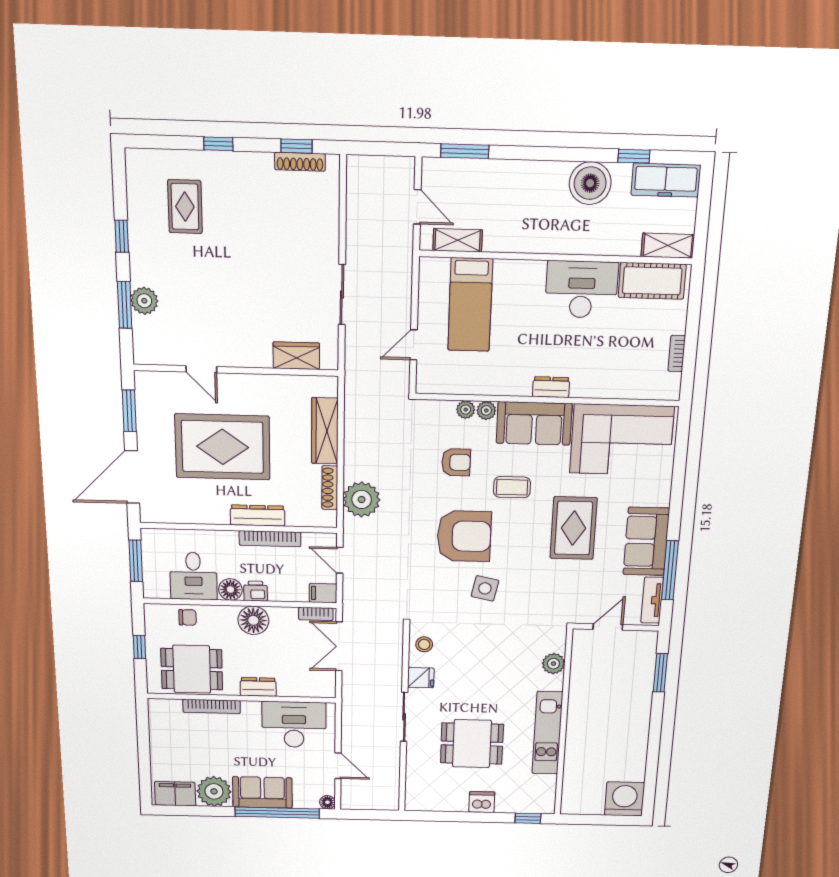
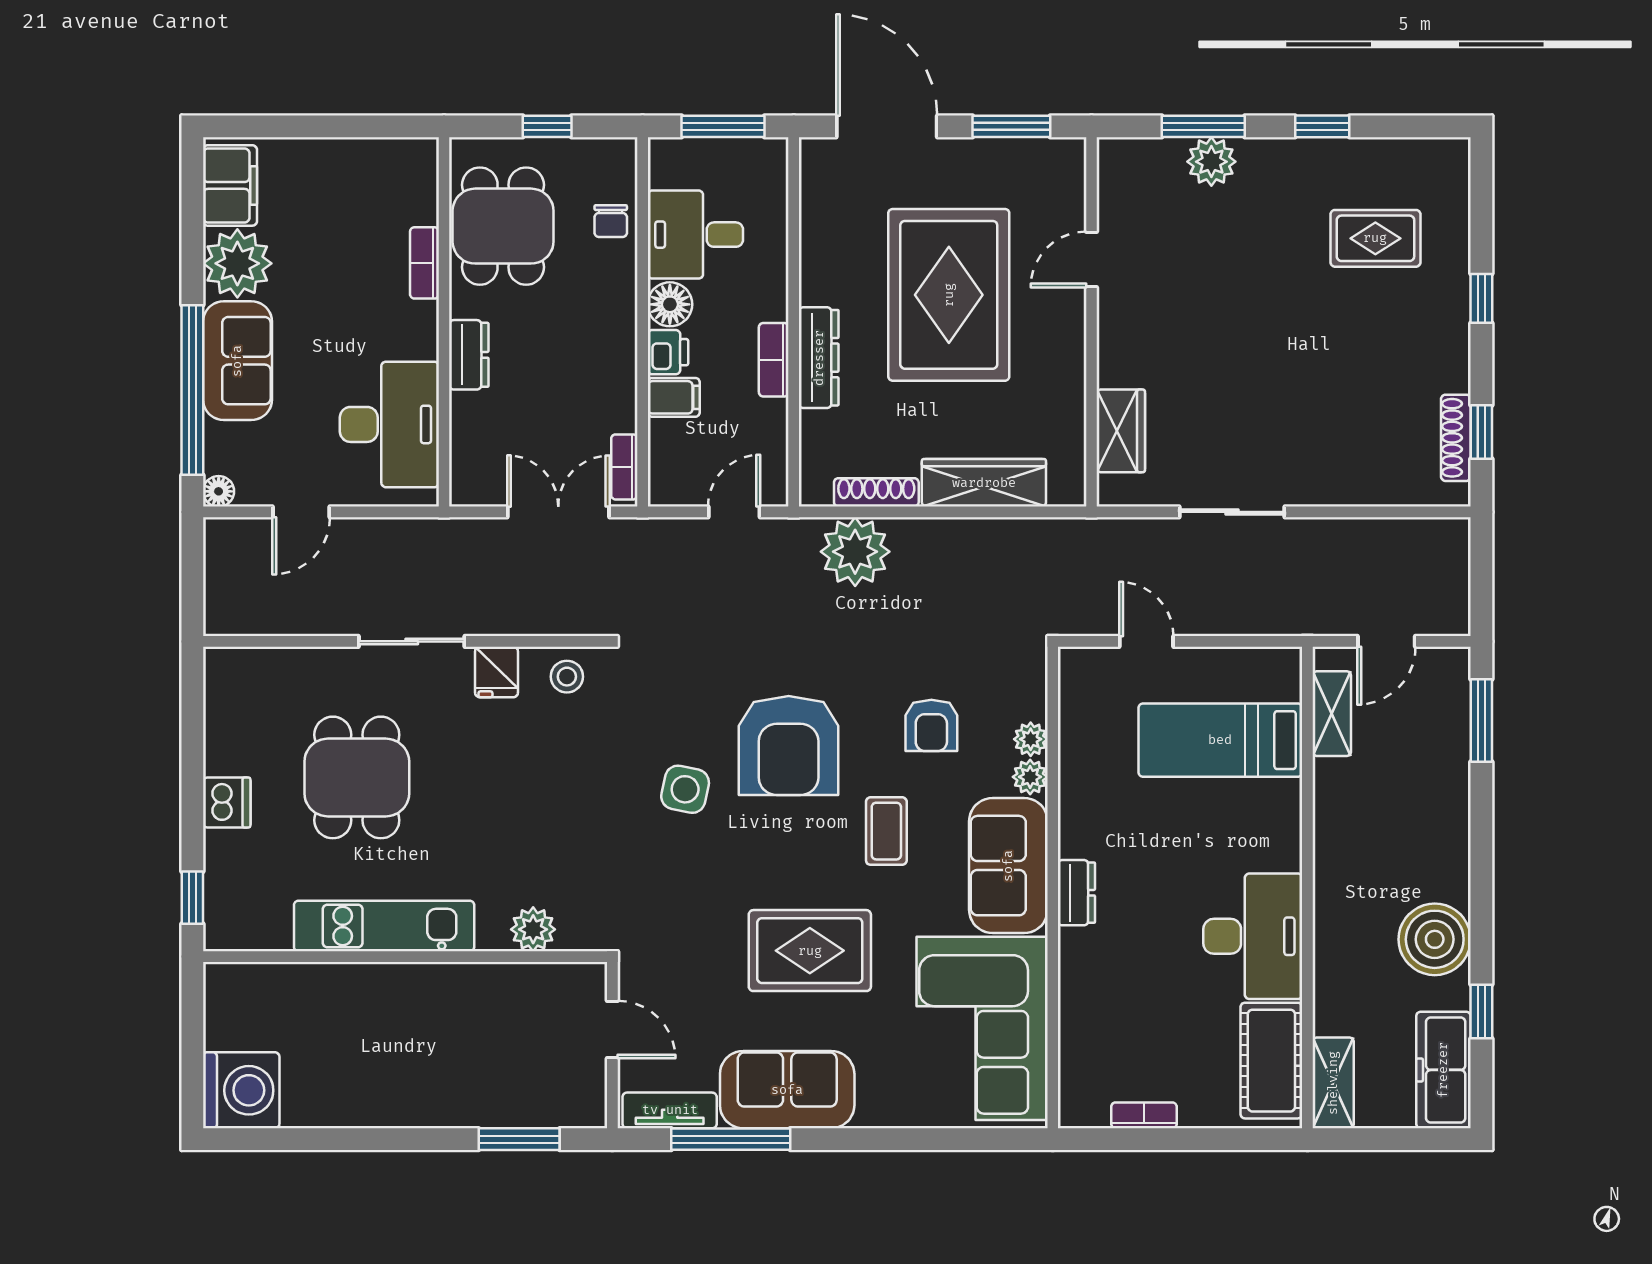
bookcase: (270, 539) -> (774, 360), width x0.64
filing cabinet: (323, 593) -> (674, 397), moved, turned 90
floor lamp: (253, 620) -> (608, 347), removed
bookcase: (212, 706) -> (424, 263), width x0.64

